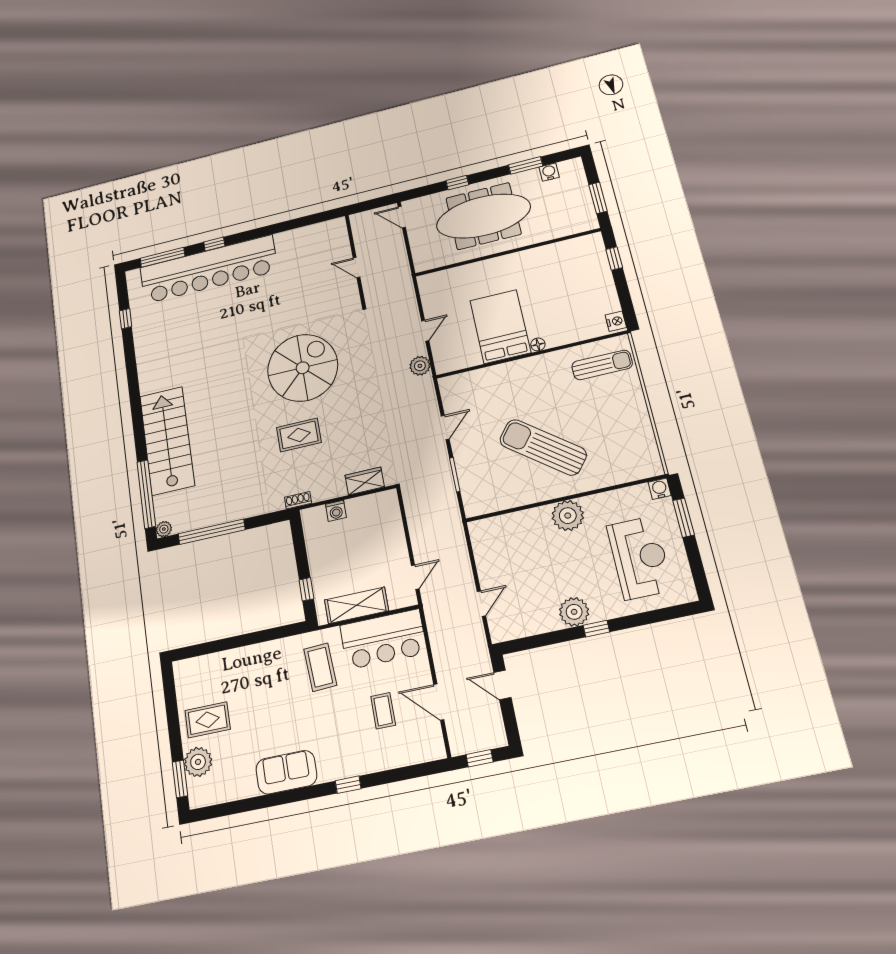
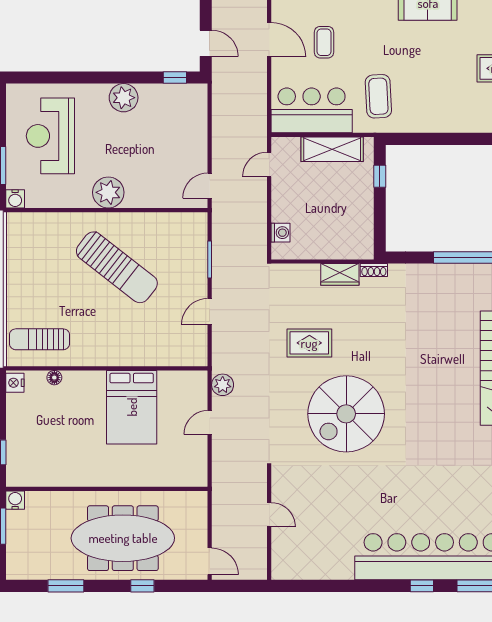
water cooler: (549, 172) -> (15, 500), moved, turned 180
floor lamp: (538, 344) -> (54, 378), moved
rug: (299, 435) -> (309, 343), moved
wardrobe: (365, 481) -> (340, 274), moved
washing machine: (336, 511) -> (280, 233), moved, turned 90
door: (481, 604) -> (210, 186), moved
window: (596, 629) -> (175, 78), moved

